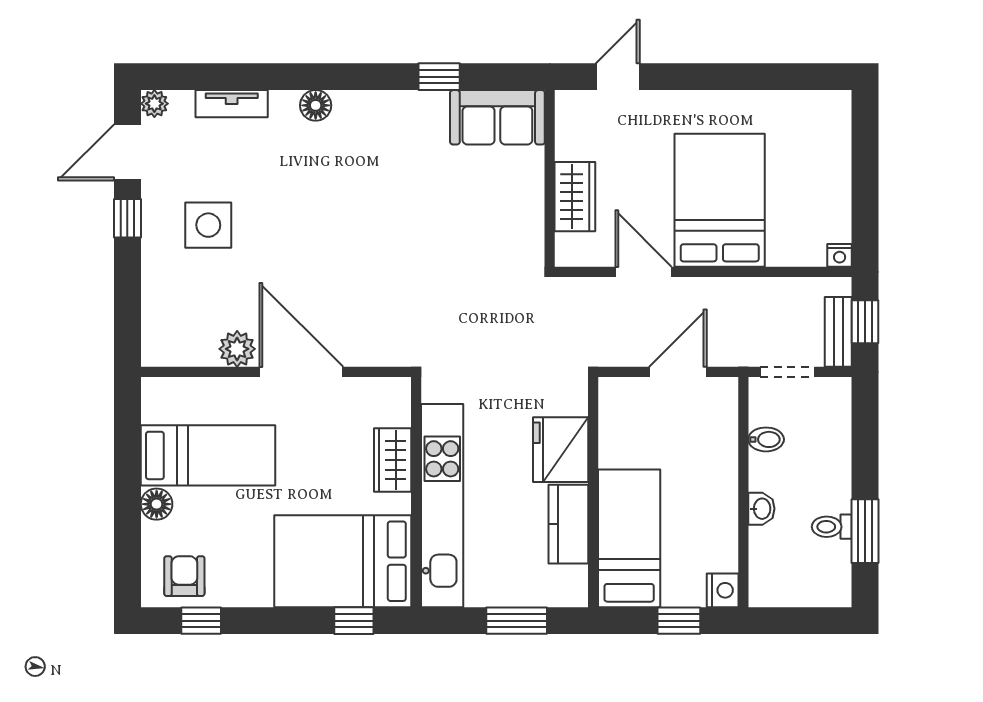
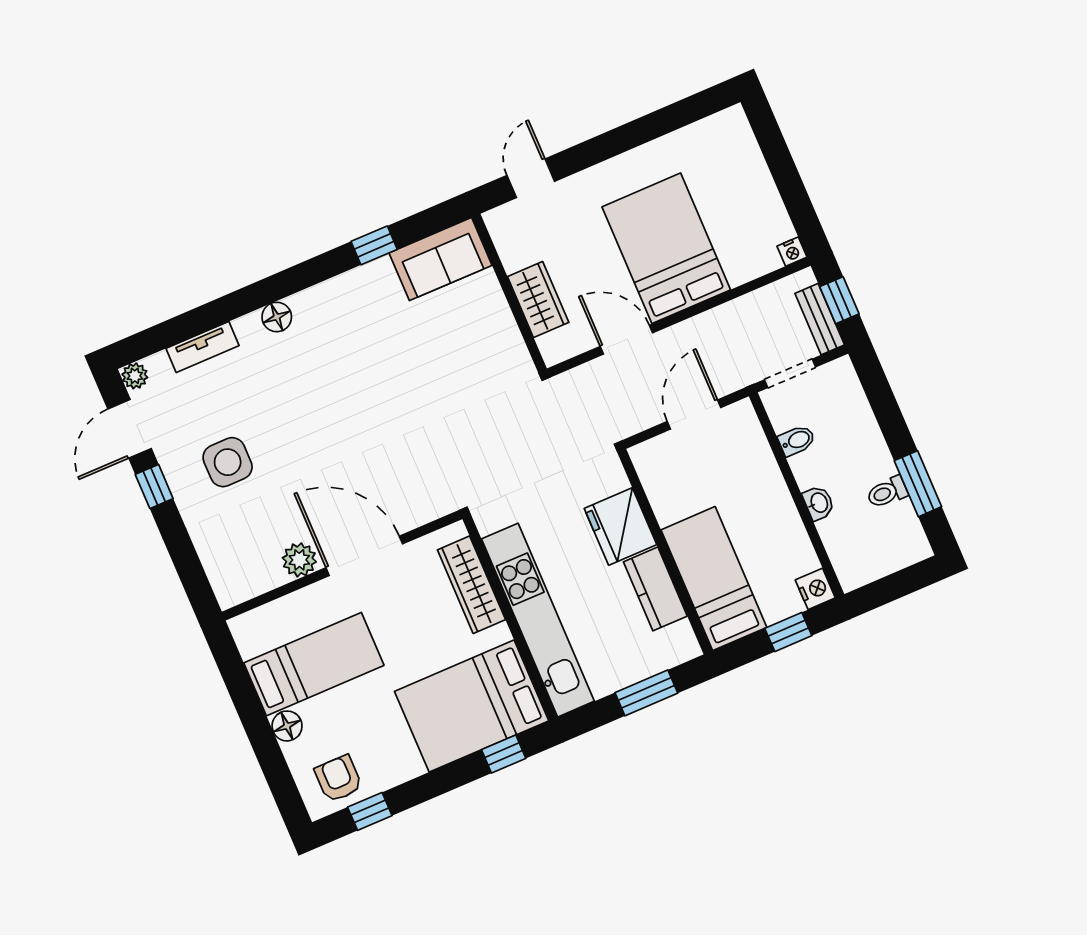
wardrobe: (393, 460) -> (471, 585), width x1.50

